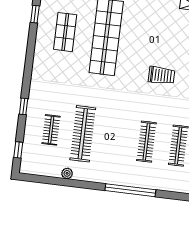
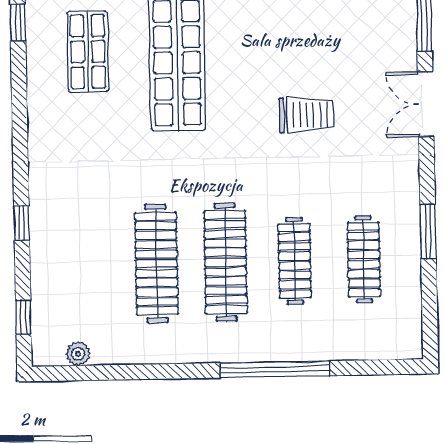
clothes rail: (51, 130) -> (226, 262), moved, width x1.86, depth x1.31
plant: (67, 173) -> (78, 354), moved

